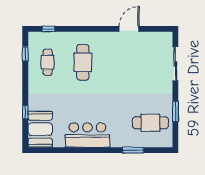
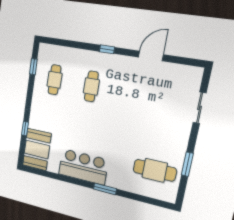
window: (48, 29) -> (107, 49), moved
cafe table: (83, 62) -> (91, 86), width x0.73, depth x0.74
sliding door: (175, 64) -> (200, 108), width x0.73
window: (133, 150) -> (105, 189), moved

